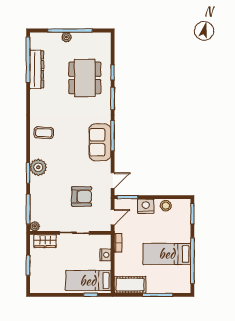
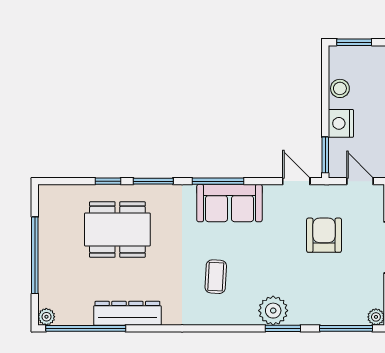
plant: (66, 37) -> (46, 317), moved
dresser: (37, 69) -> (127, 313), moved
coffee table: (44, 133) -> (216, 277), moved

